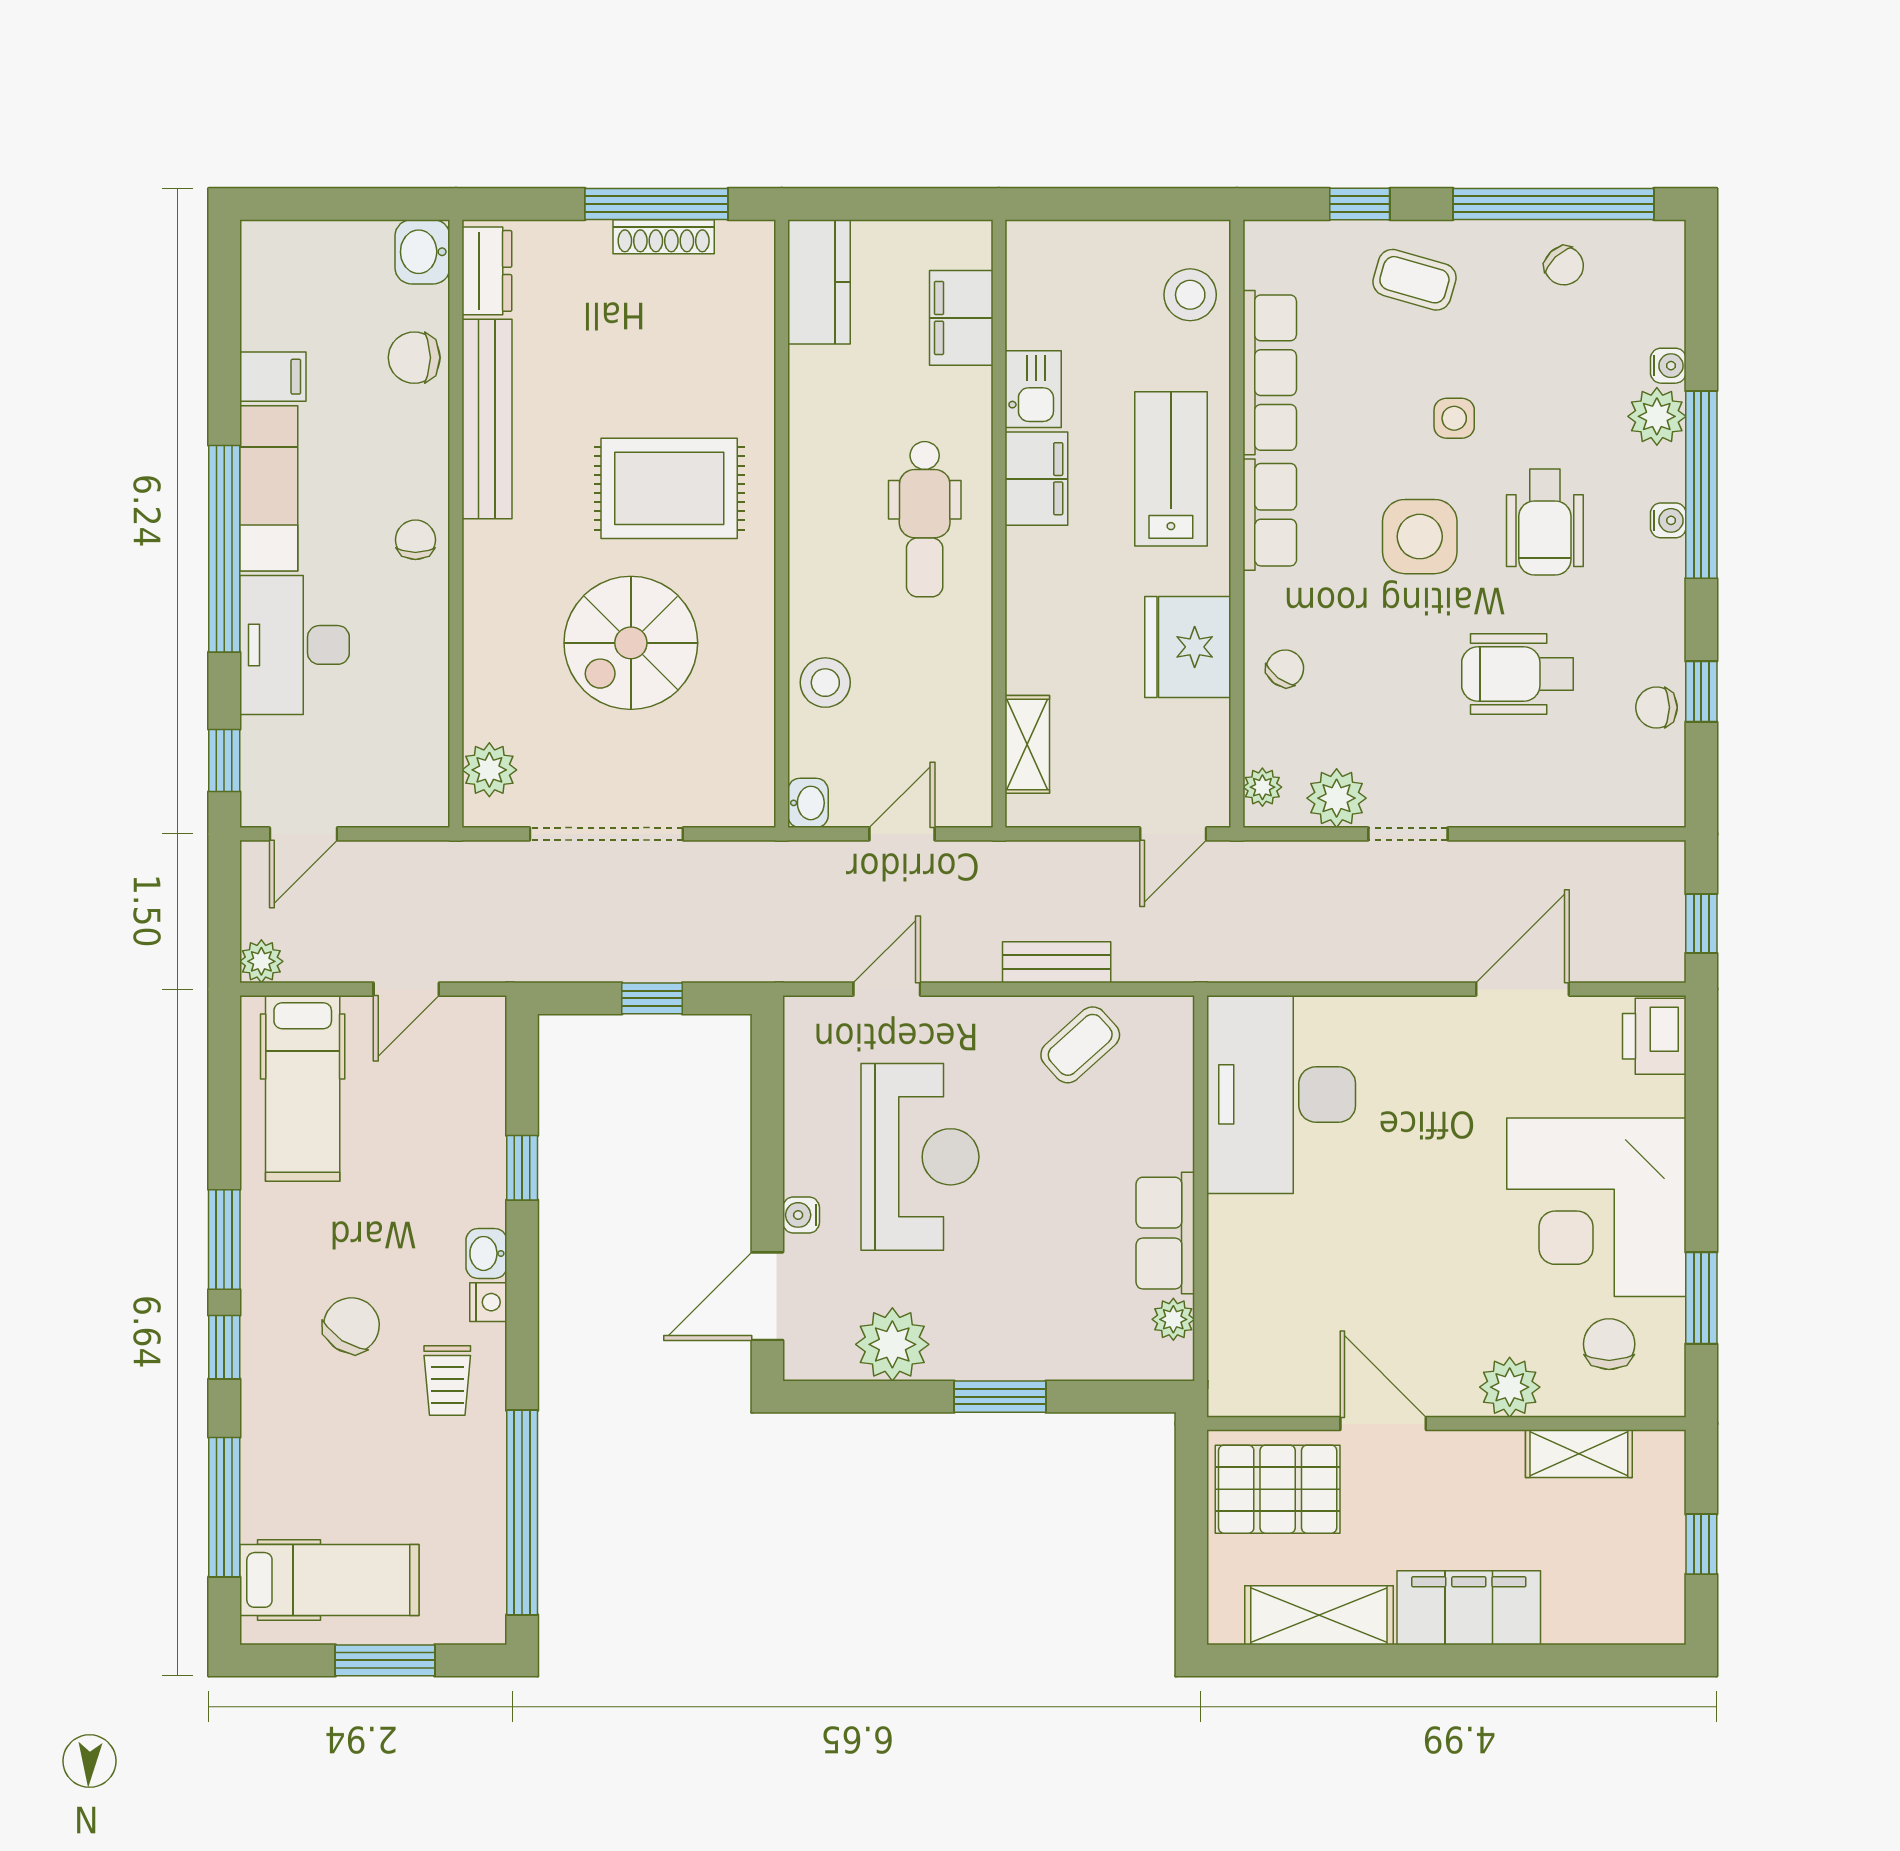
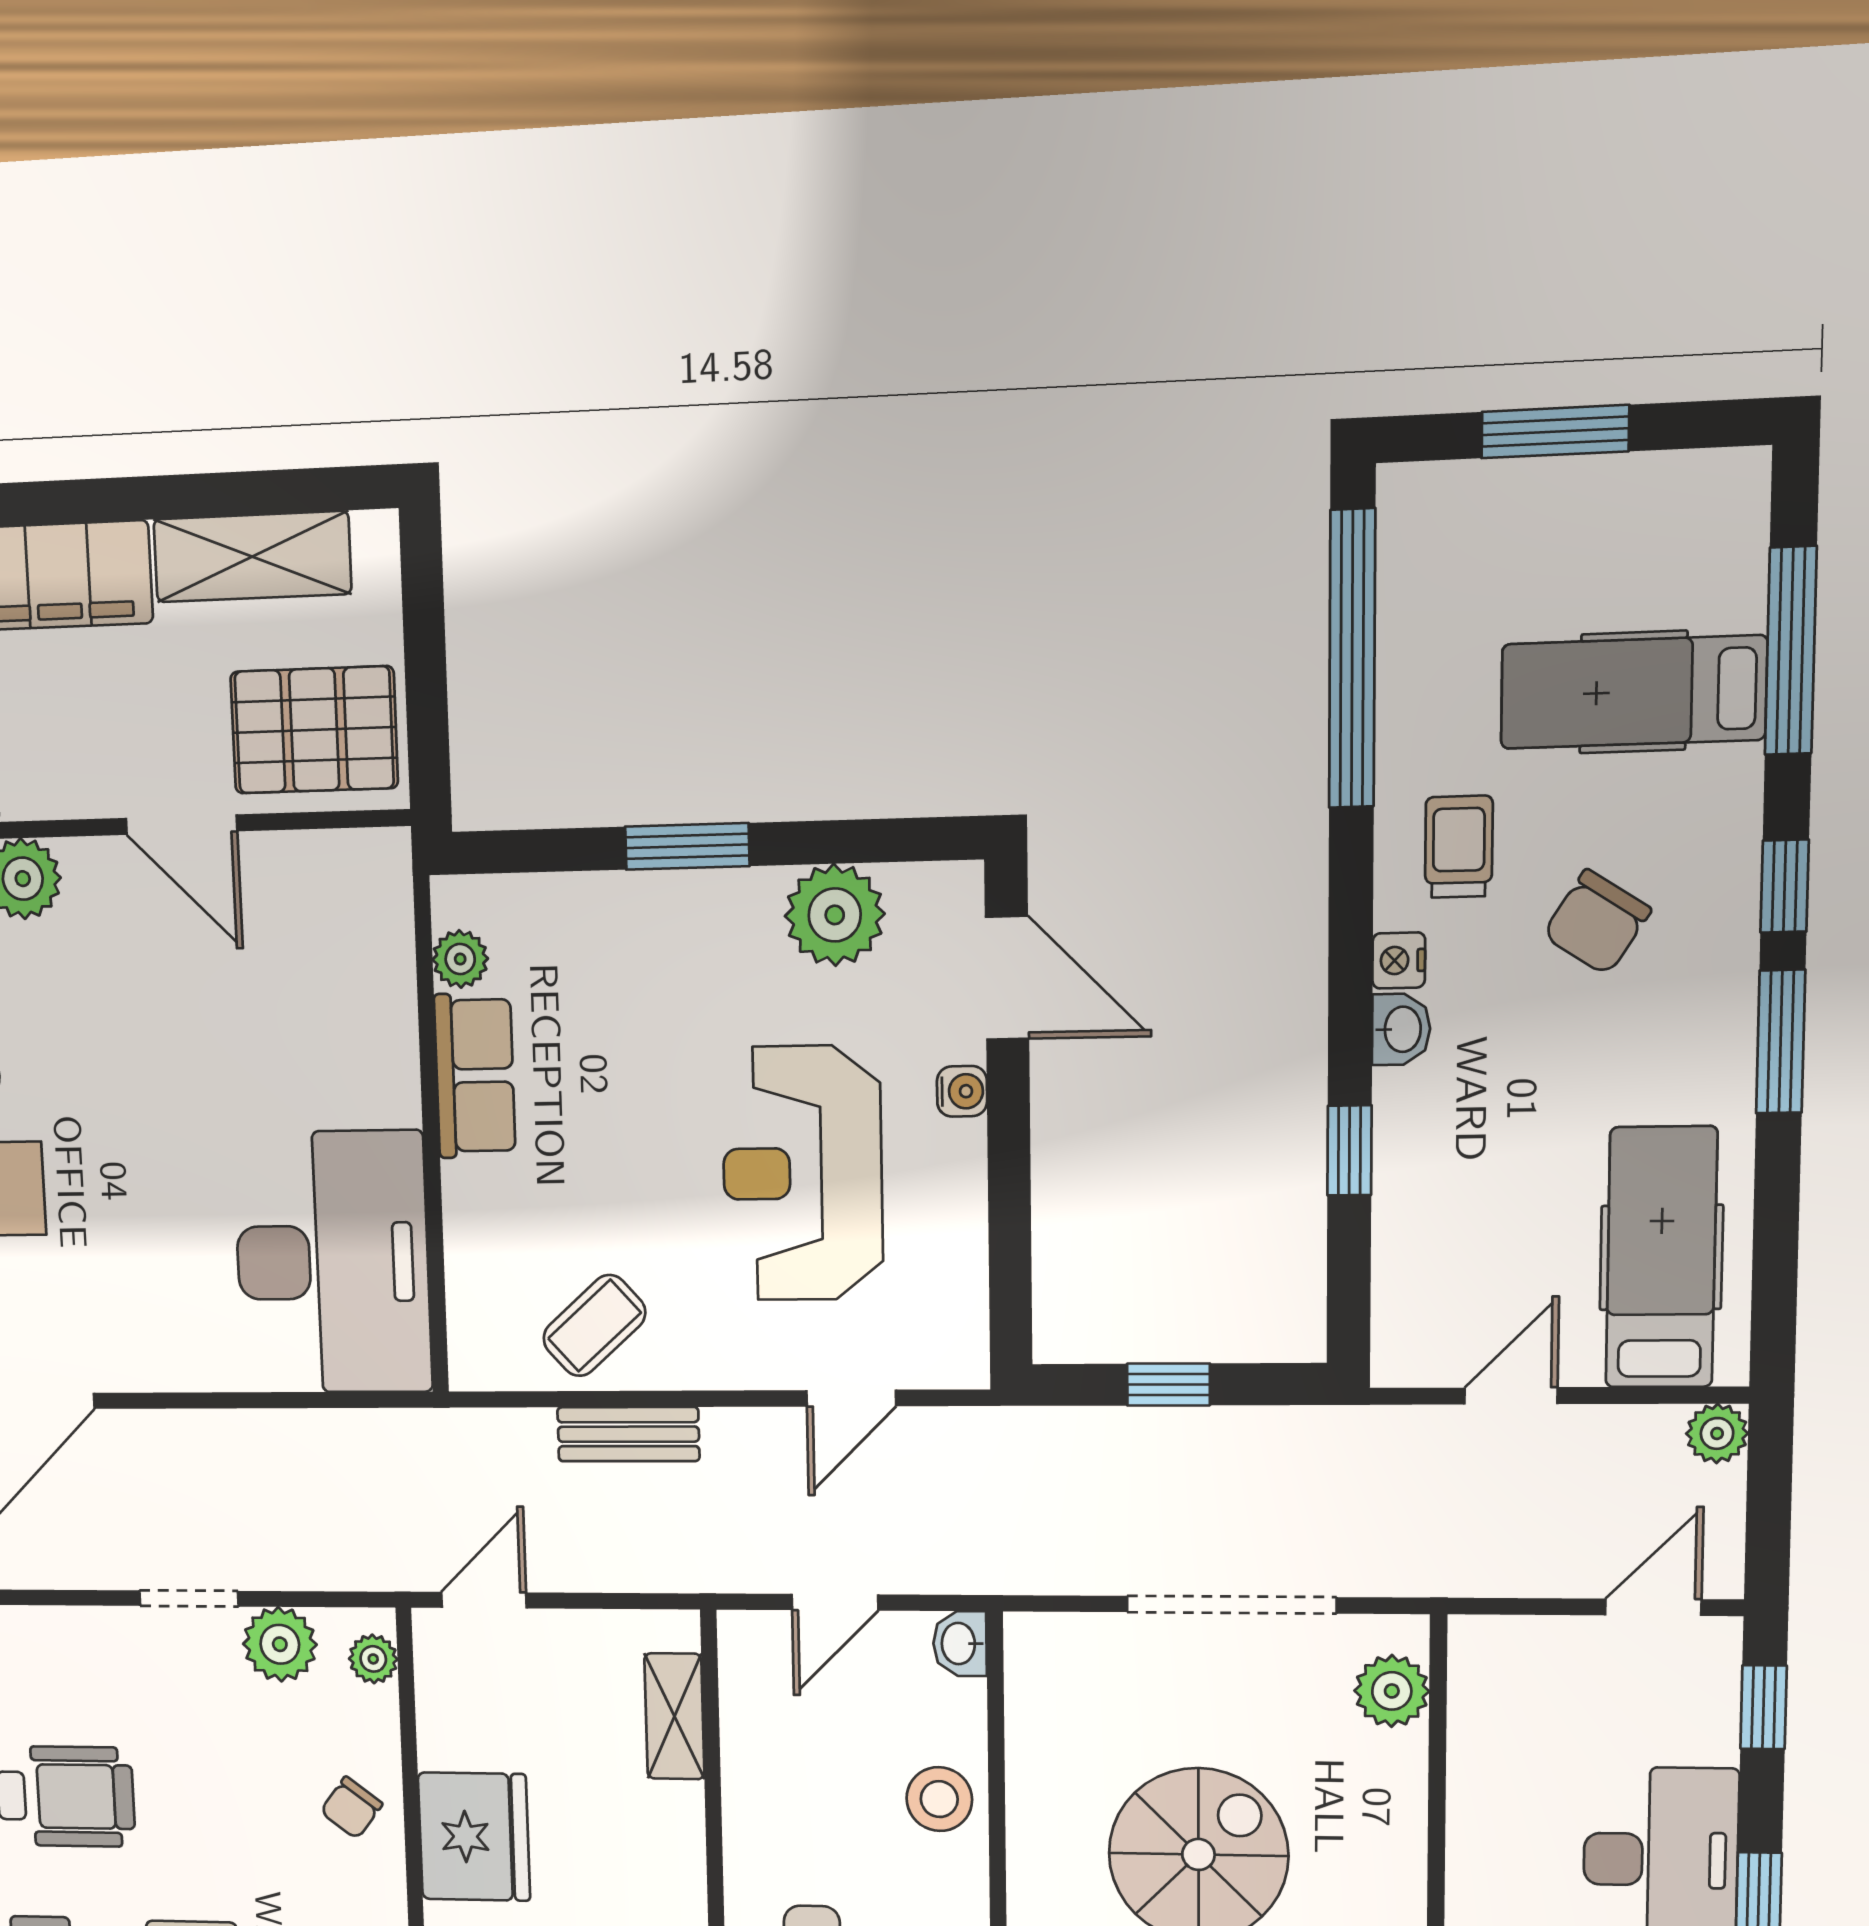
door: (767, 1296) -> (1007, 978), hinge flipped
hospital bed: (329, 1580) -> (1633, 692), moved

